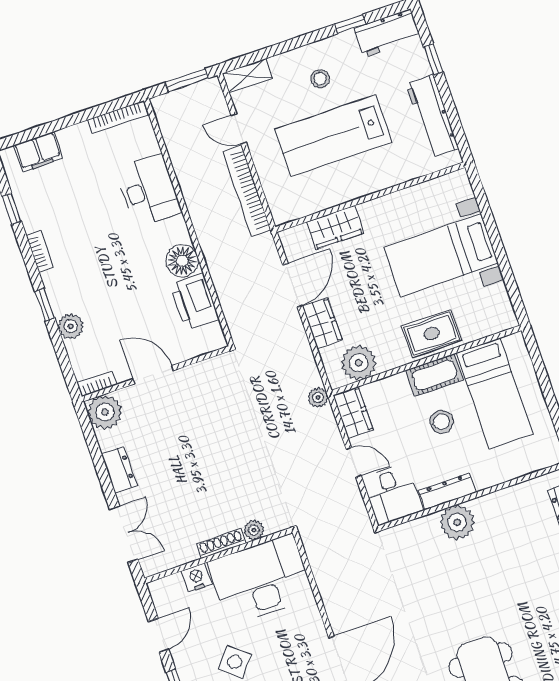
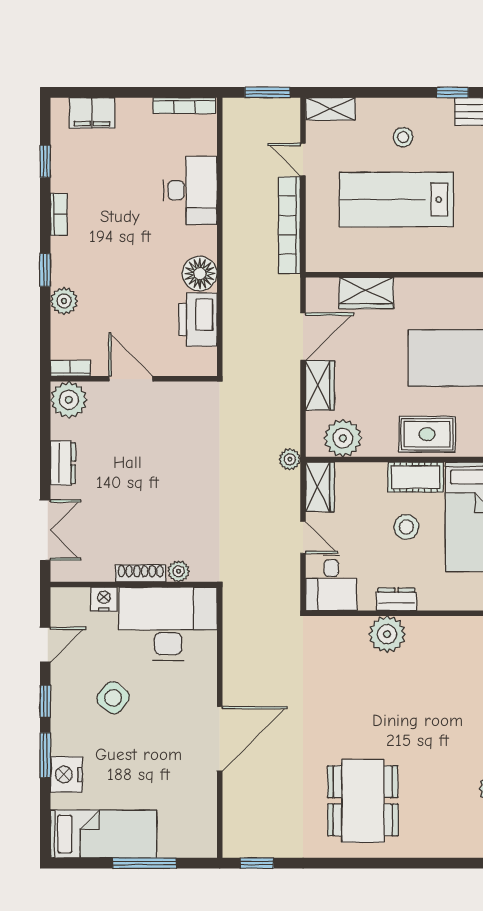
dresser: (447, 491) -> (396, 599), width x0.70

